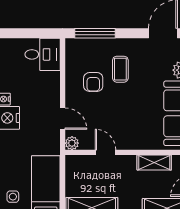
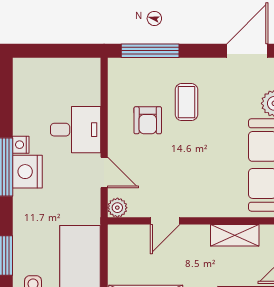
desk: (43, 54) -> (76, 130), moved
door: (105, 152) -> (165, 221), swing flipped

